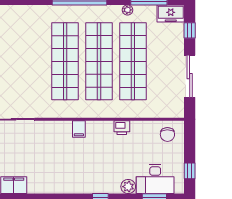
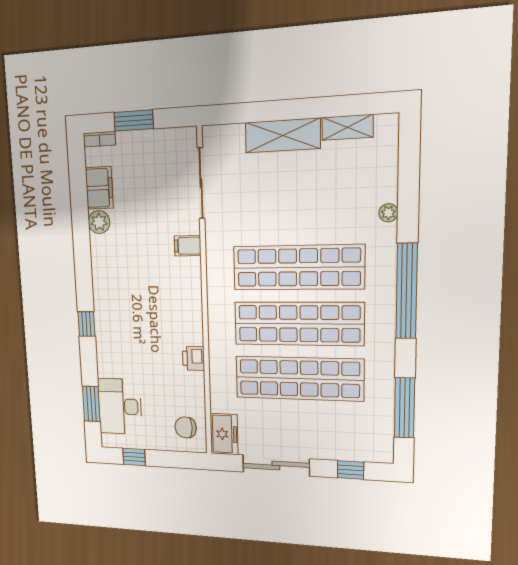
plant: (127, 10) -> (388, 213), moved
freezer: (171, 14) -> (224, 434), moved, turned 180
filing cabinet: (79, 129) -> (188, 246), moved
plant: (128, 187) -> (99, 222), moved

